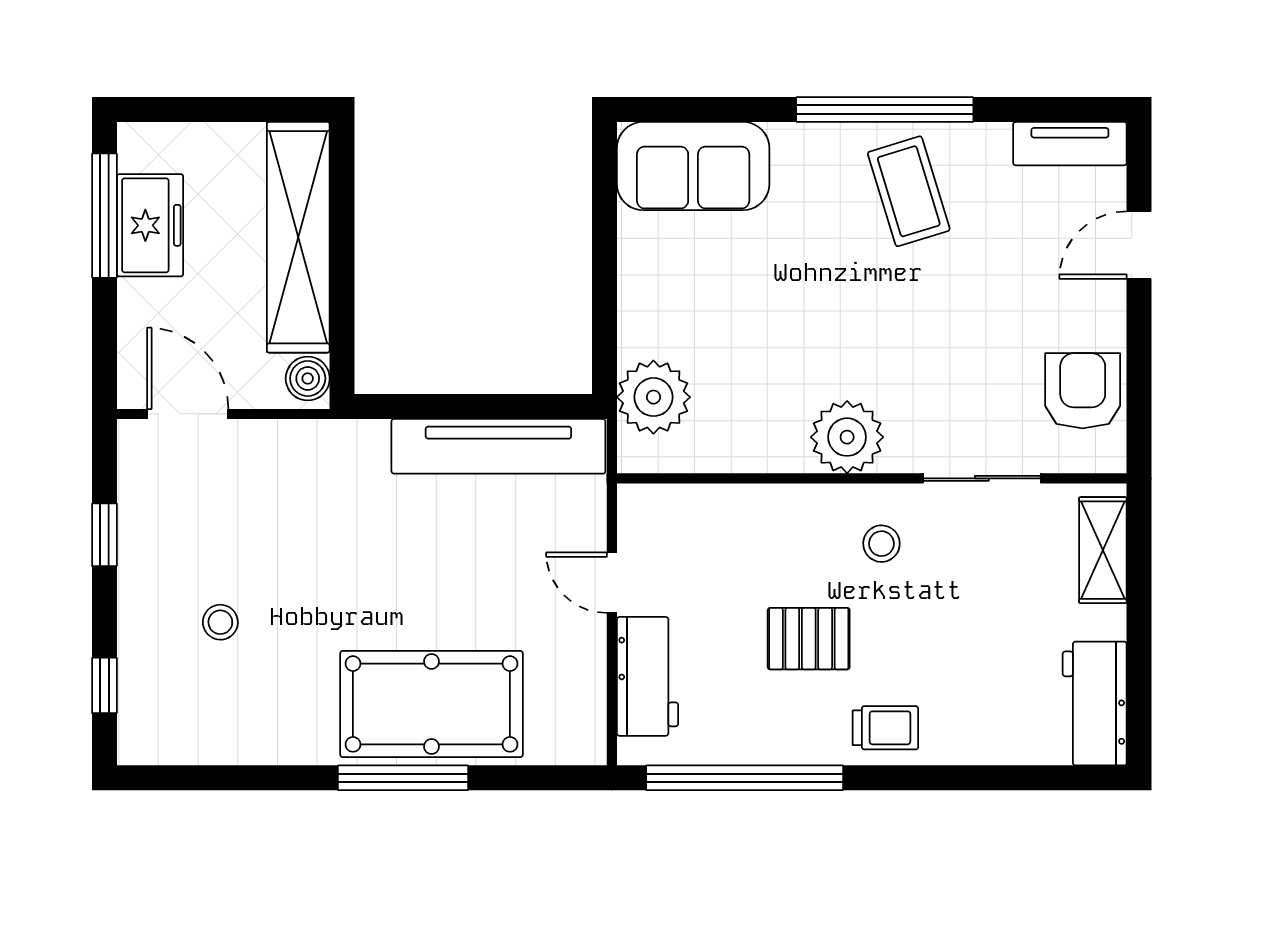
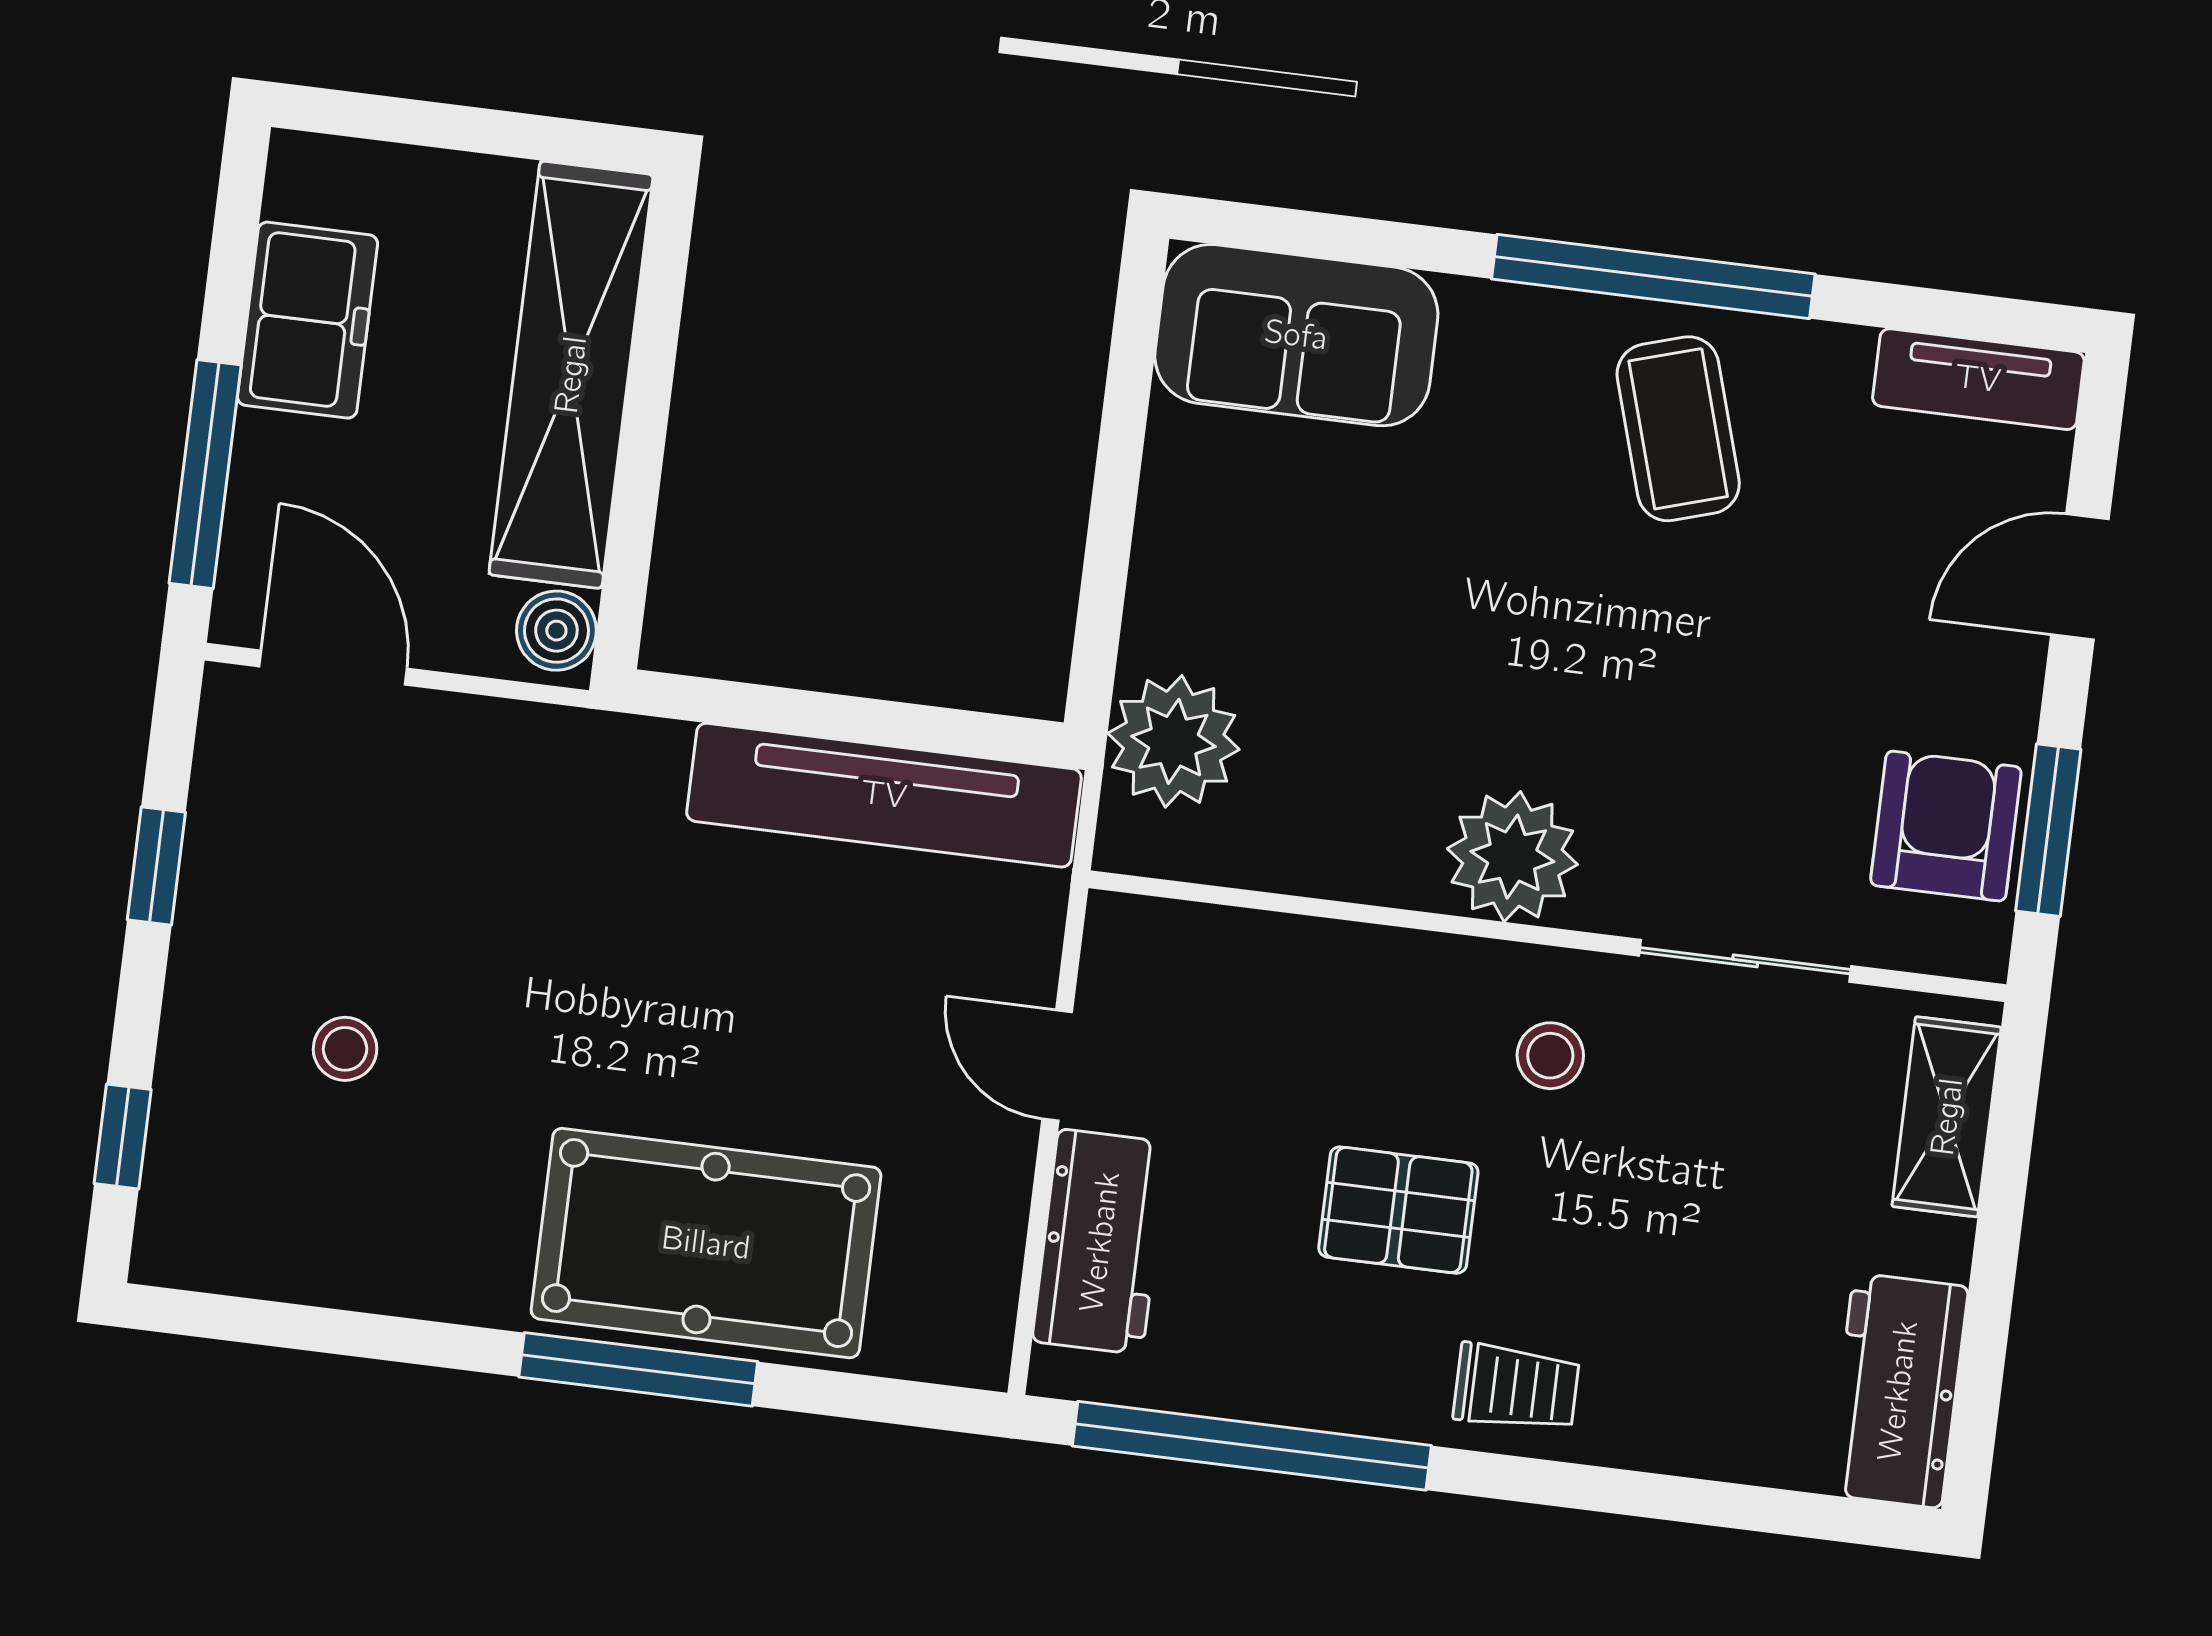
window: (104, 216) -> (205, 474), moved
window: (1139, 386) -> (2048, 830), added

